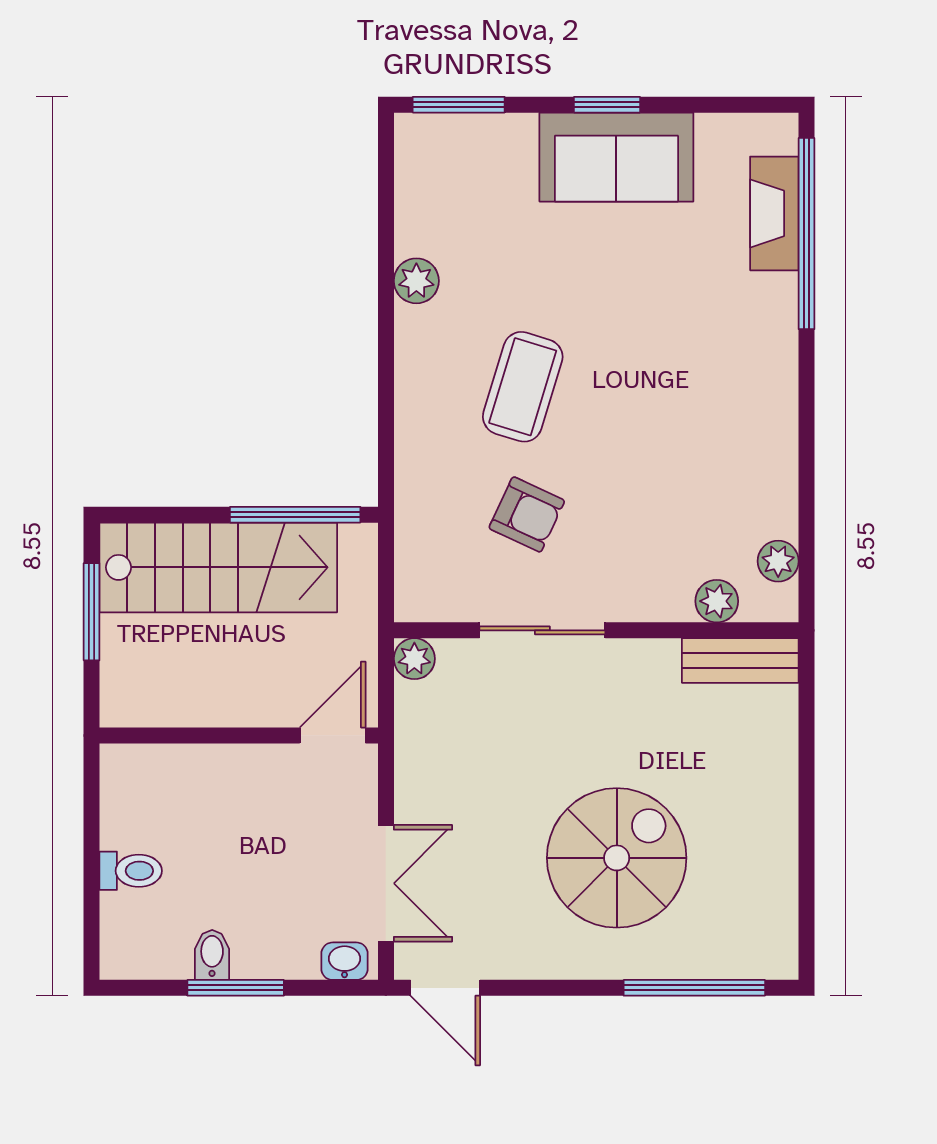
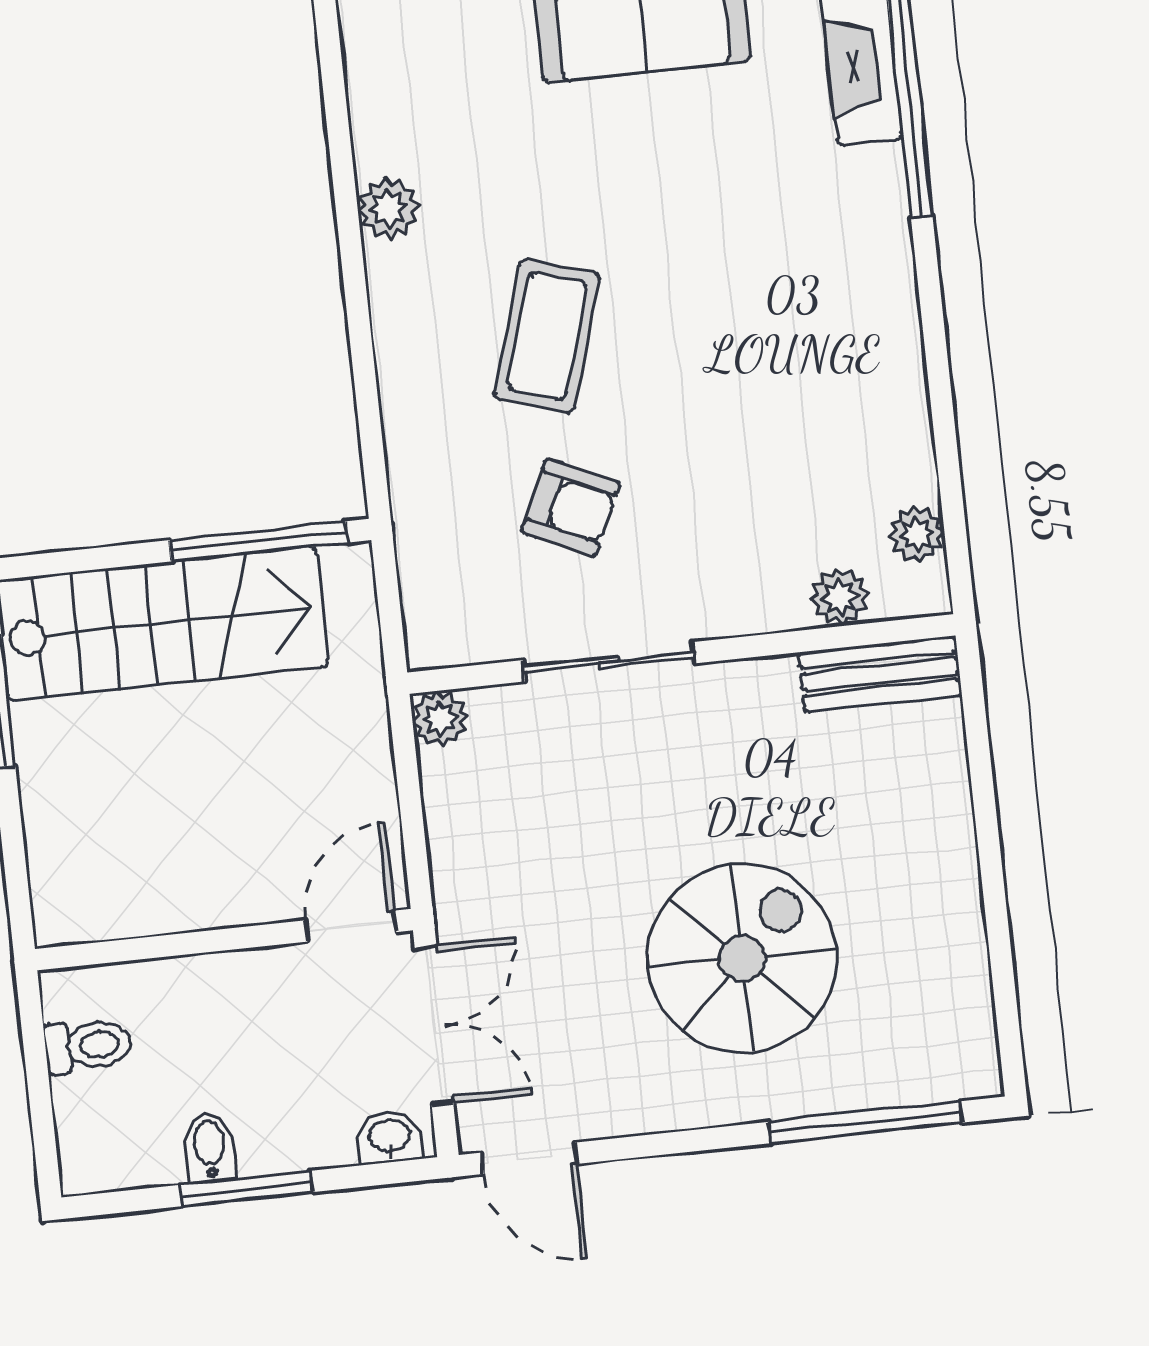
wall: (239, 735) -> (224, 940), moved
door: (333, 735) -> (351, 926), moved

